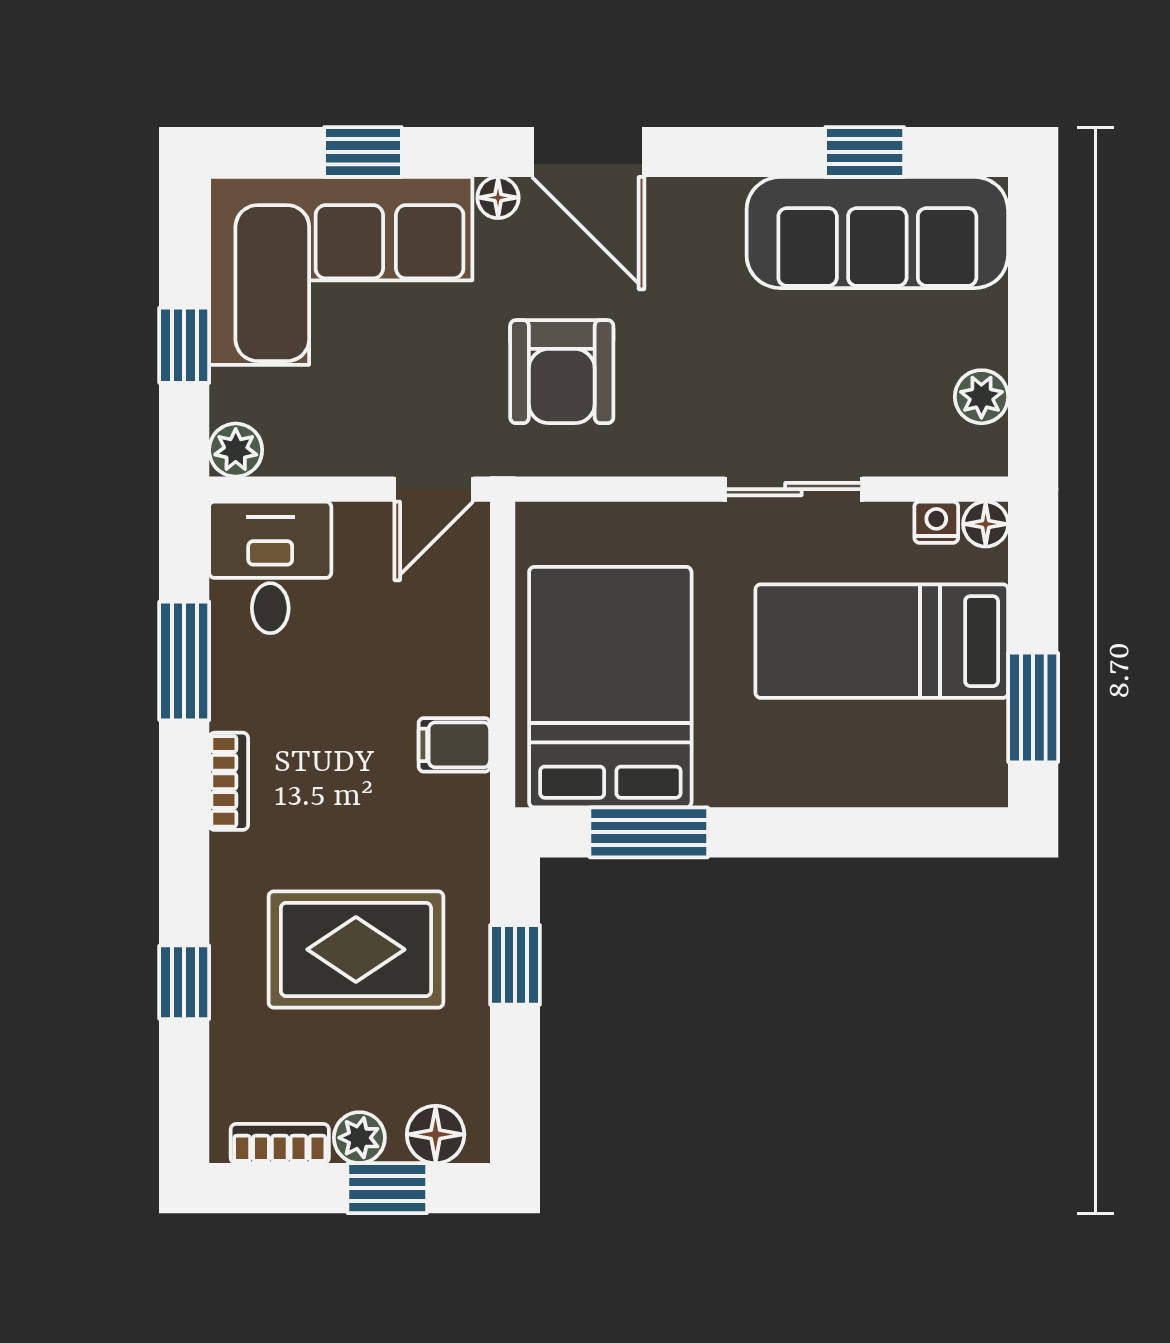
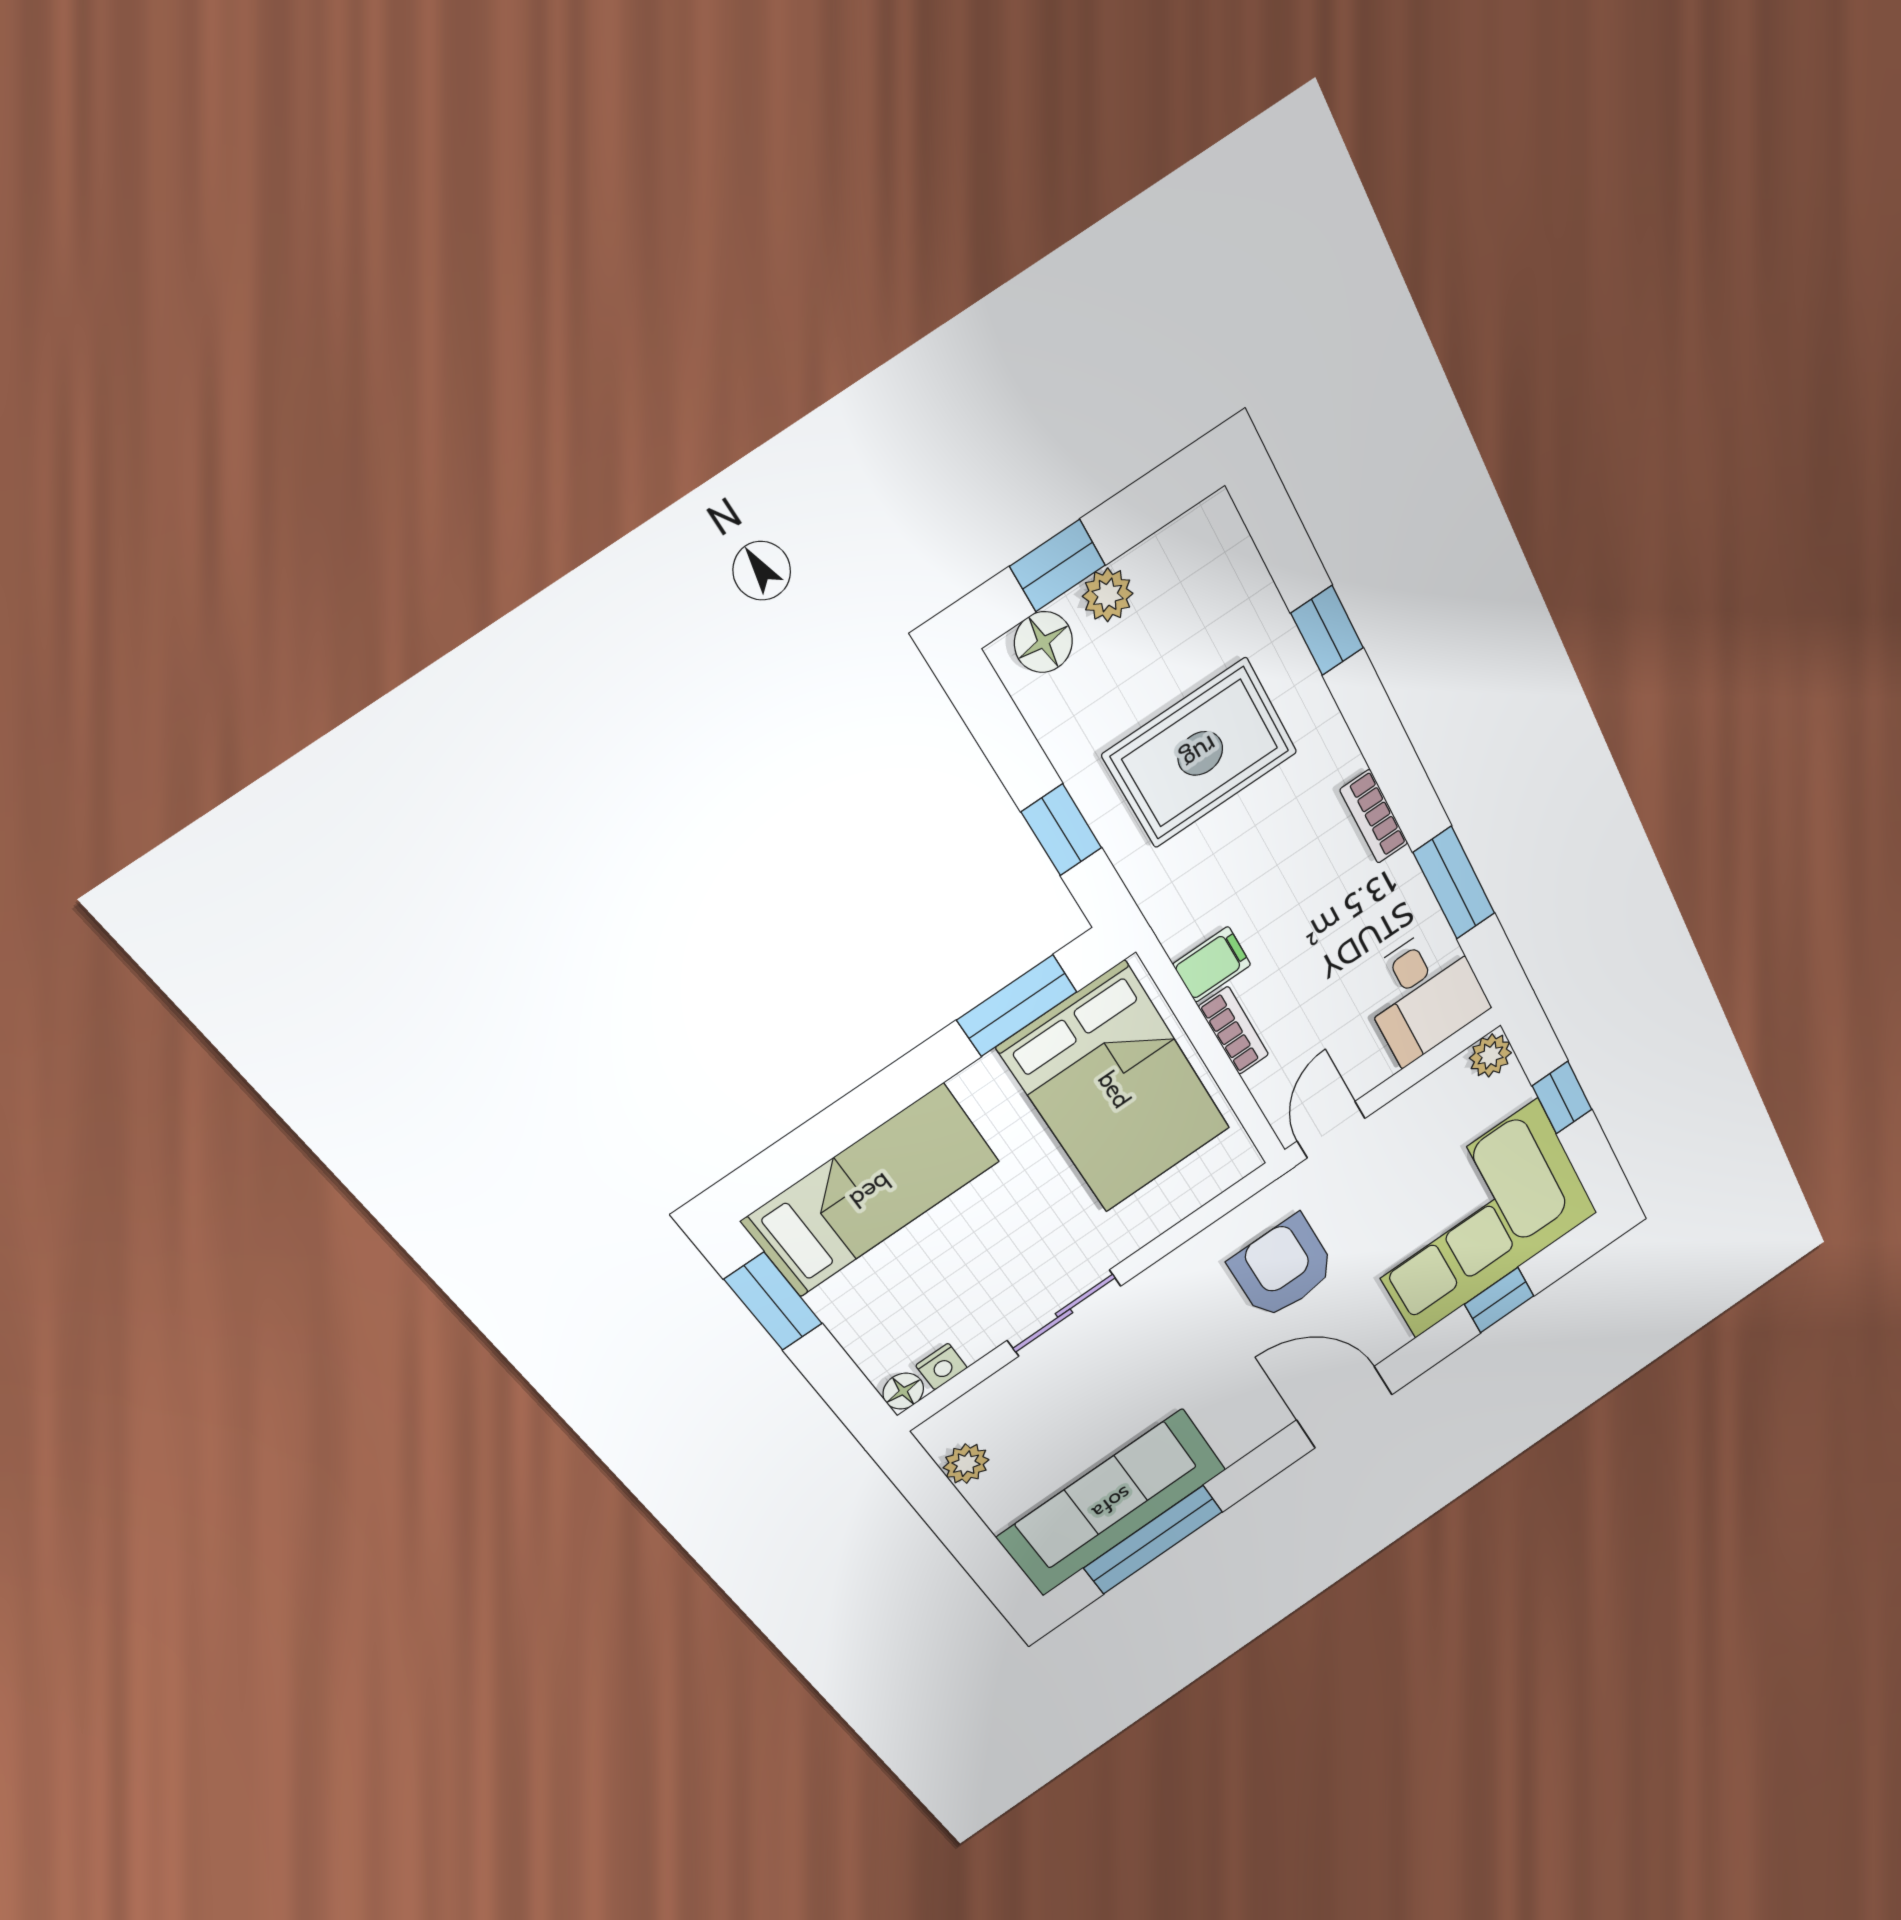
window: (865, 152) -> (1153, 1540), width x2.17
floor lamp: (498, 198) -> (1391, 1339), removed
bed: (882, 641) -> (871, 1191), moved
bookcase: (280, 1144) -> (1234, 1031), moved, turned -90

